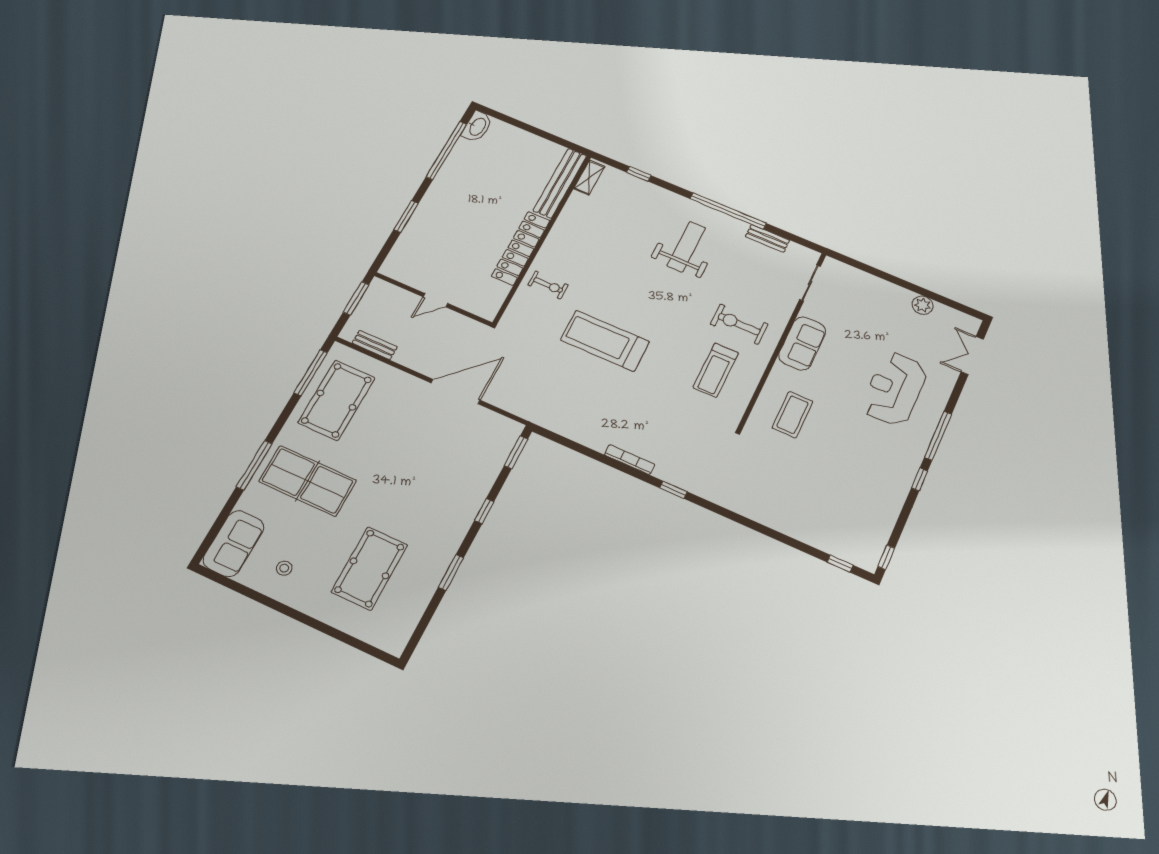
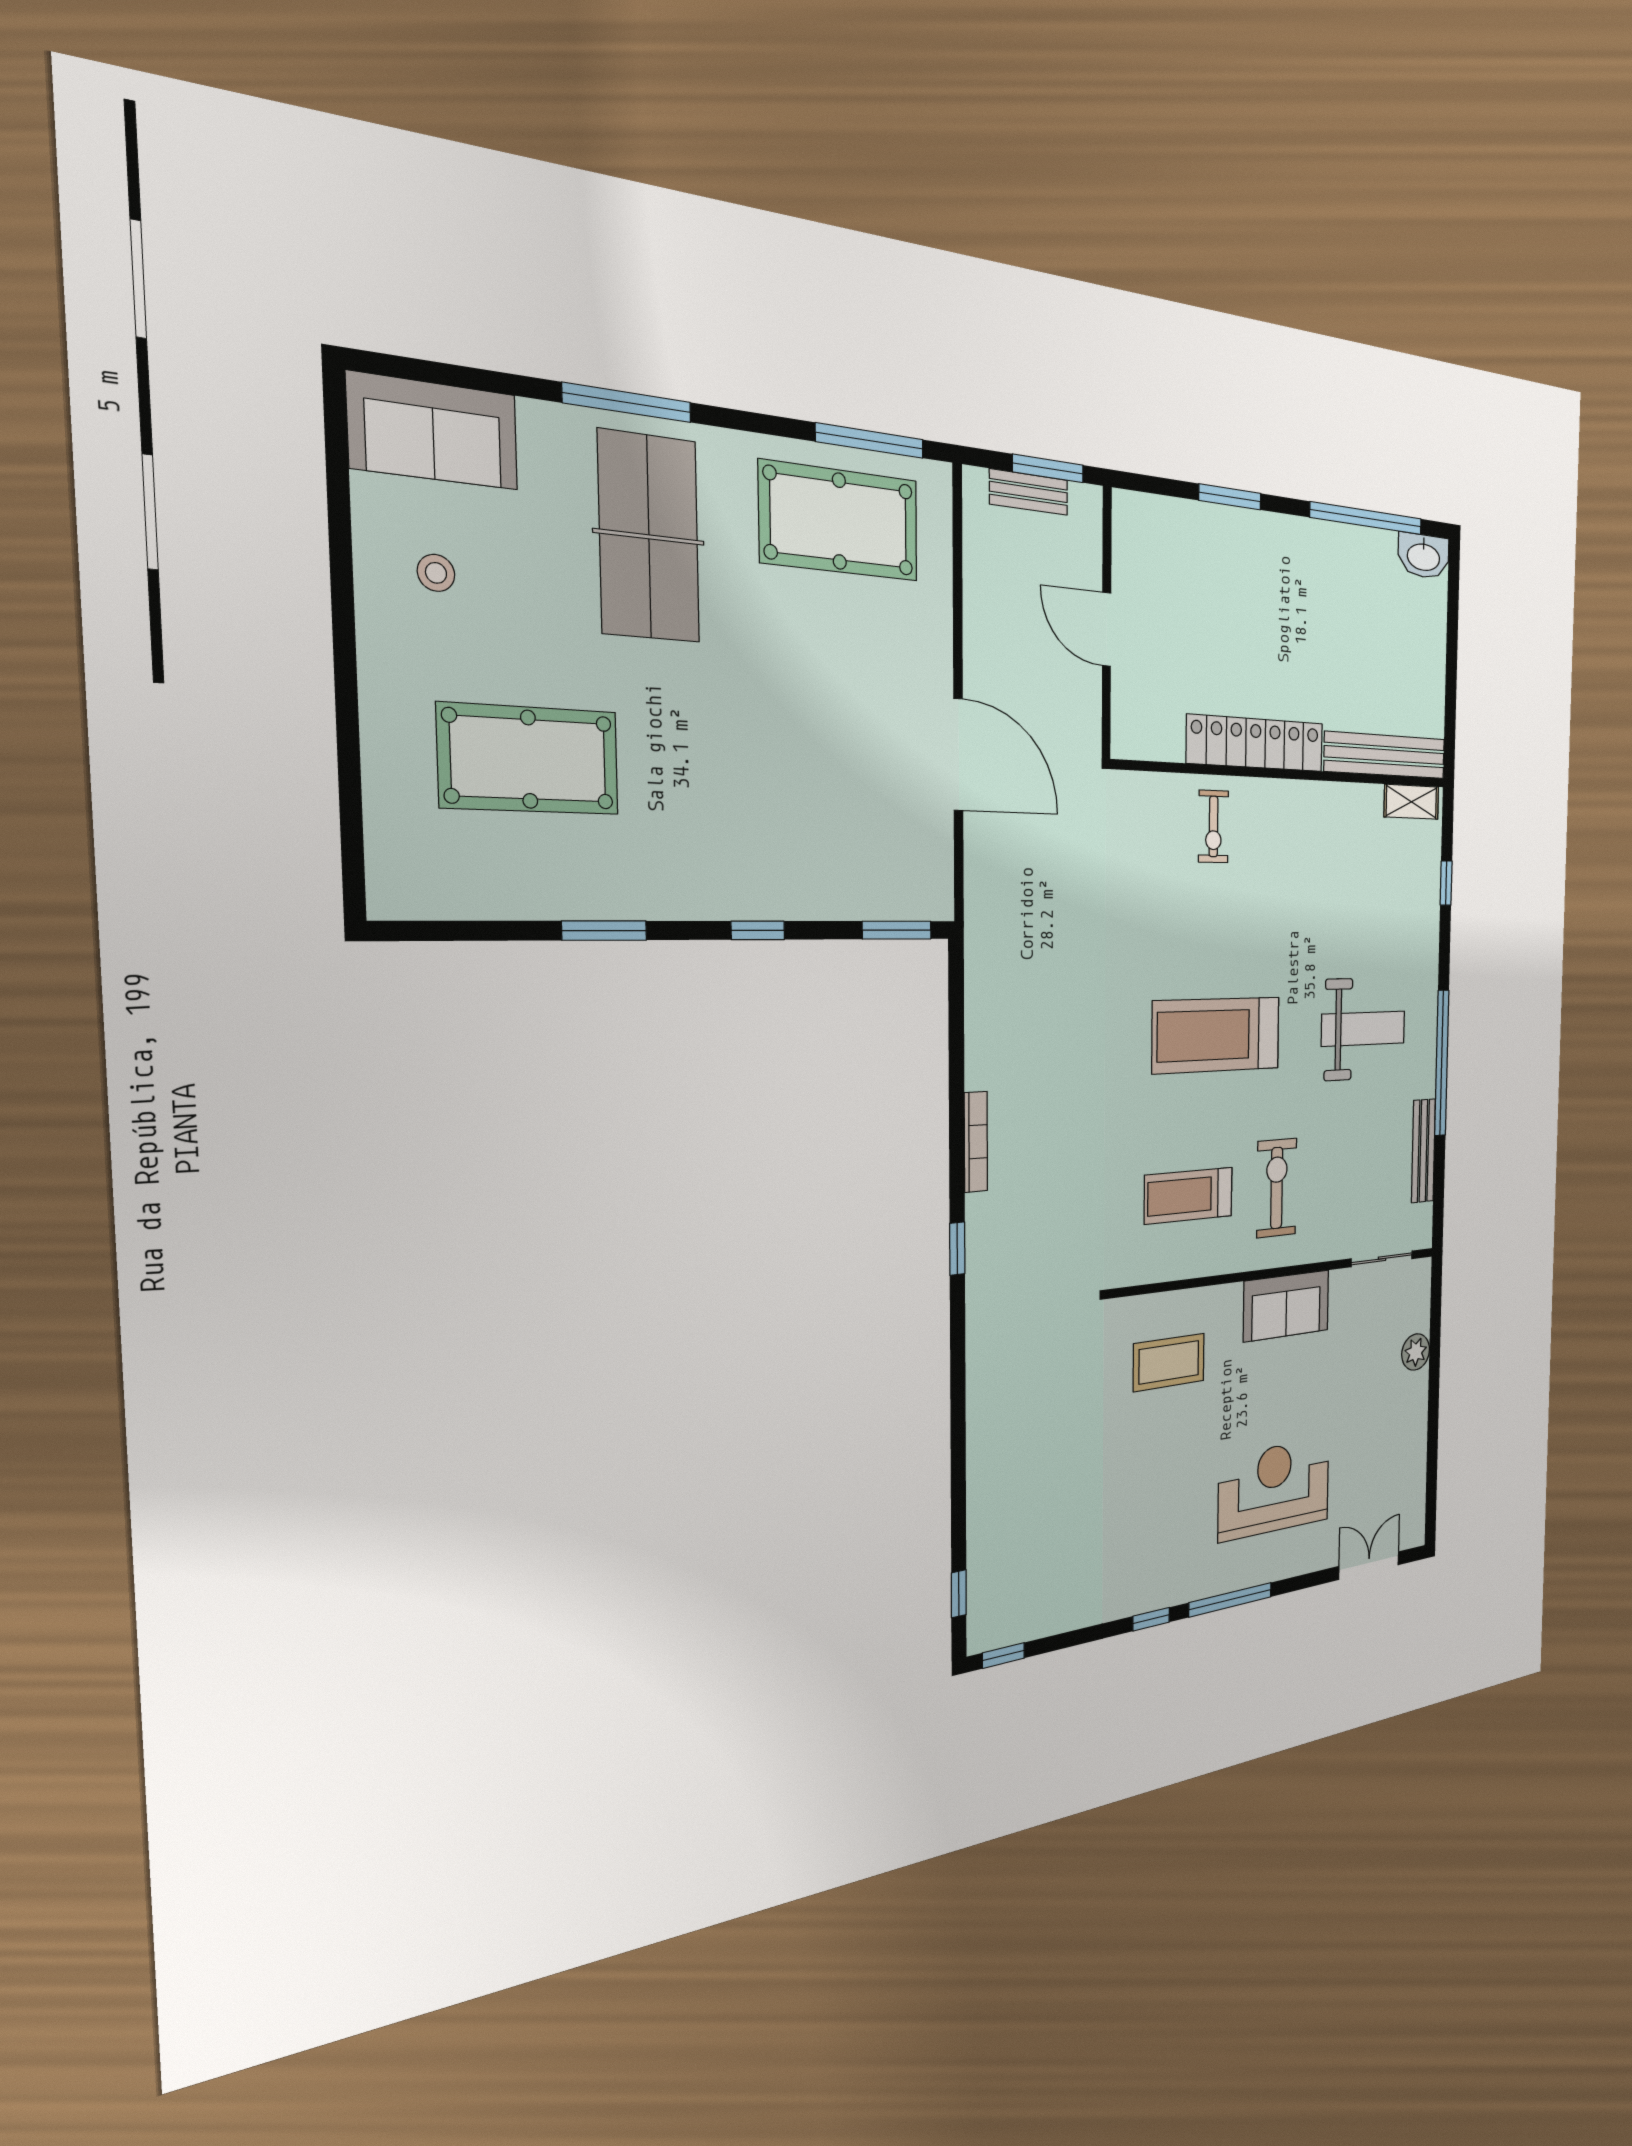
bench: (767, 238) -> (1423, 1151), width x1.36
door: (435, 300) -> (1107, 629), width x1.38
plant: (923, 305) -> (1416, 1352), moved
treadmill: (605, 341) -> (1216, 1035), moved, turned -90
bench: (375, 345) -> (1029, 492), moved, turned 90

